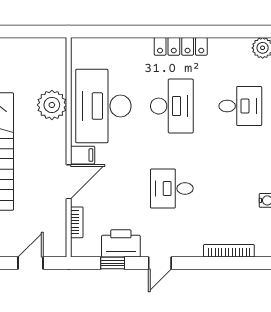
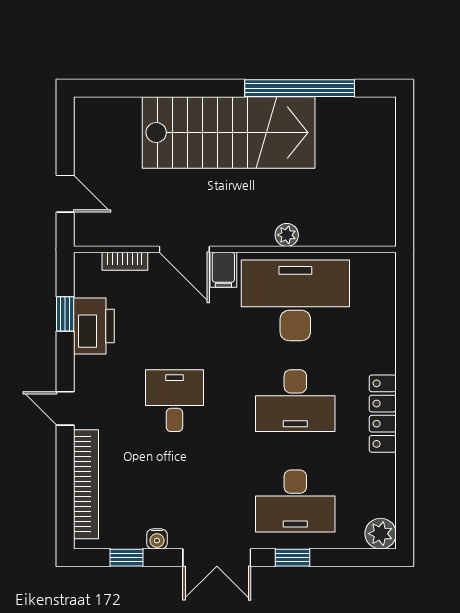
plant: (52, 105) -> (287, 235), width x0.53, depth x0.53
desk: (240, 106) -> (295, 501), width x1.37
bookcase: (229, 251) -> (86, 484), width x1.48, depth x1.31
door: (160, 263) -> (65, 408), moved

